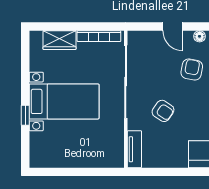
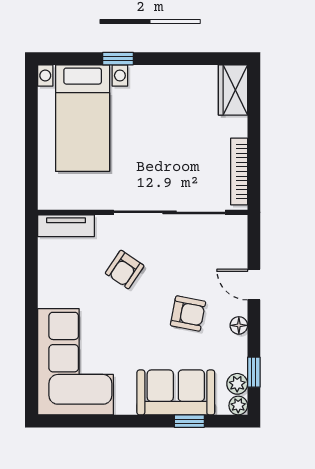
door: (173, 27) -> (254, 285), hinge flipped
wardrobe: (59, 40) -> (233, 90), moved
bed with nightstands: (64, 101) -> (83, 118), moved

